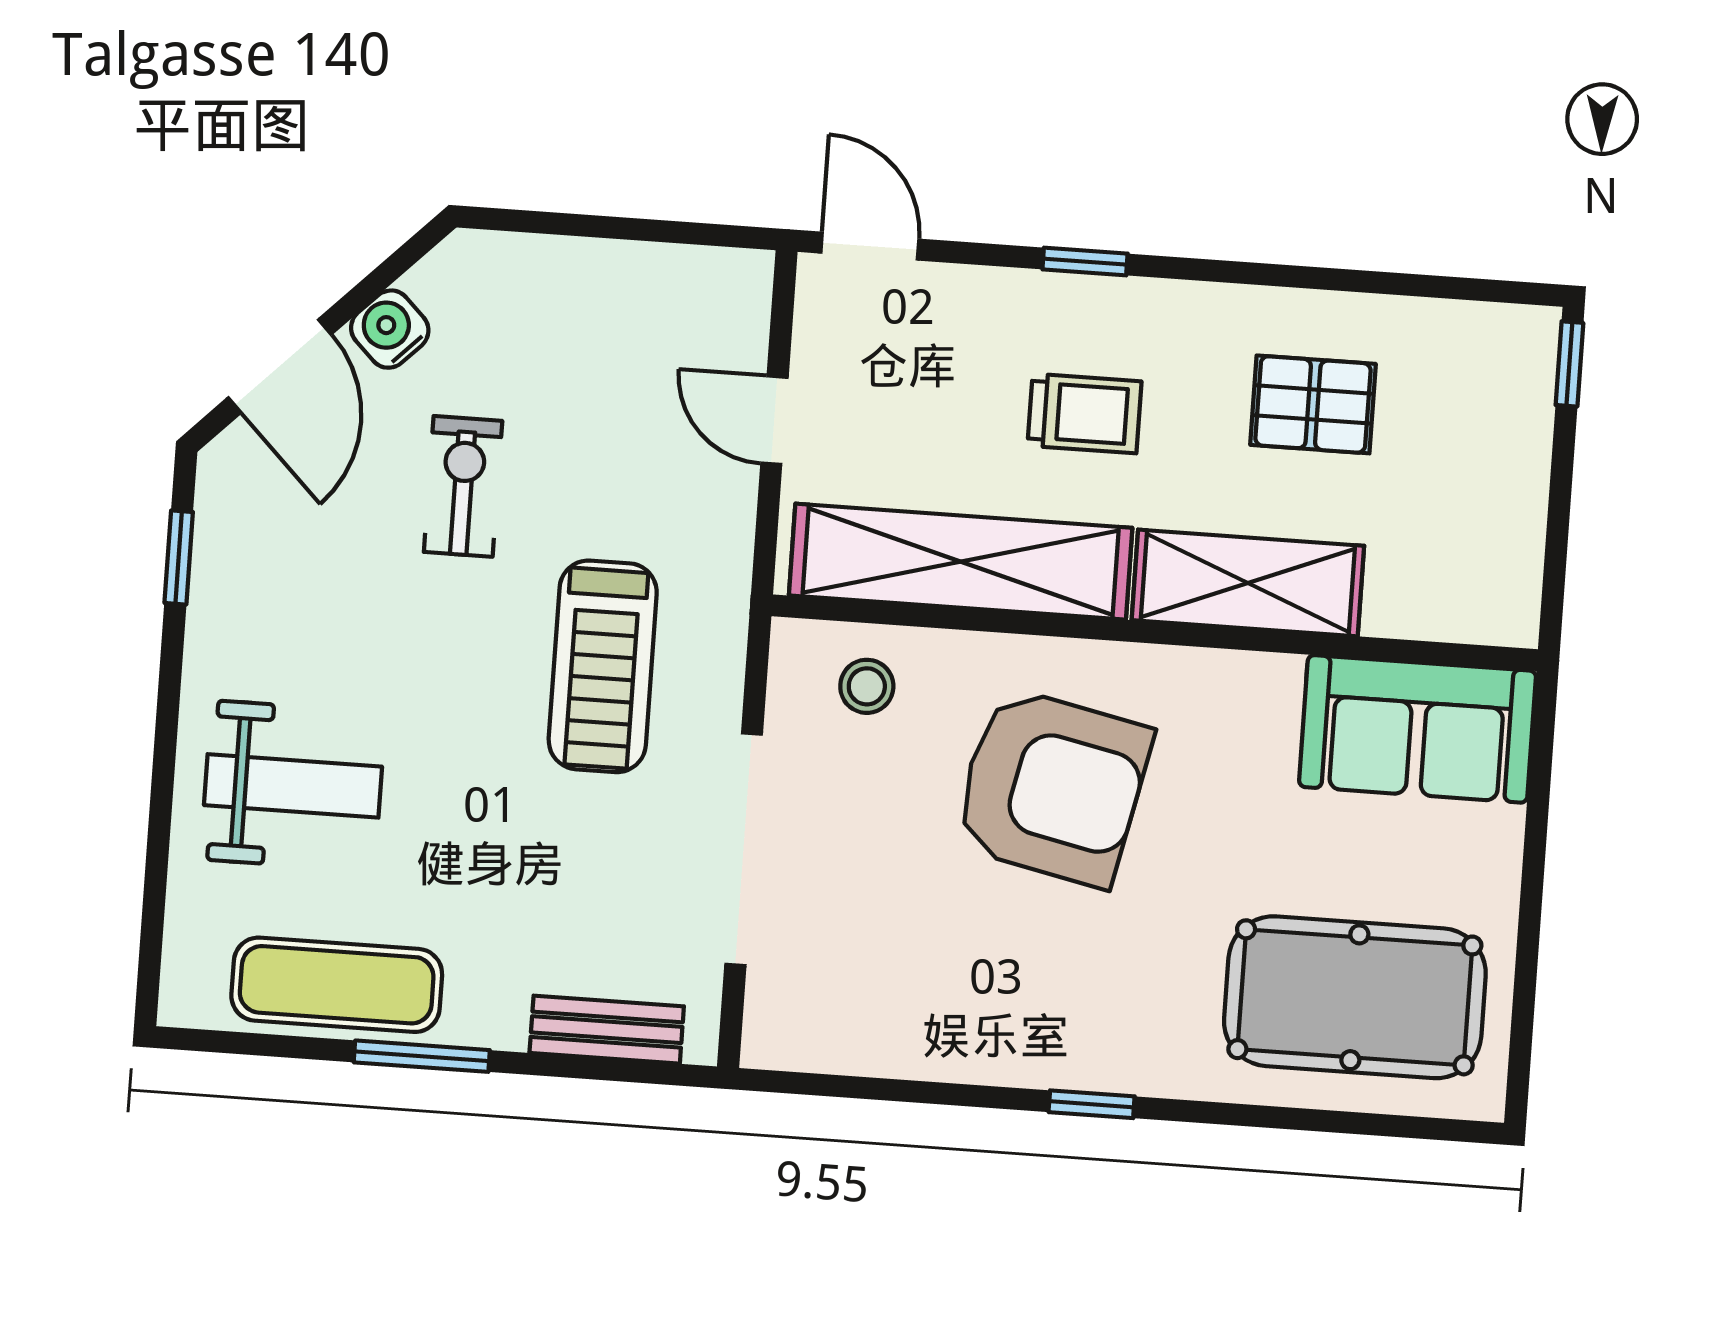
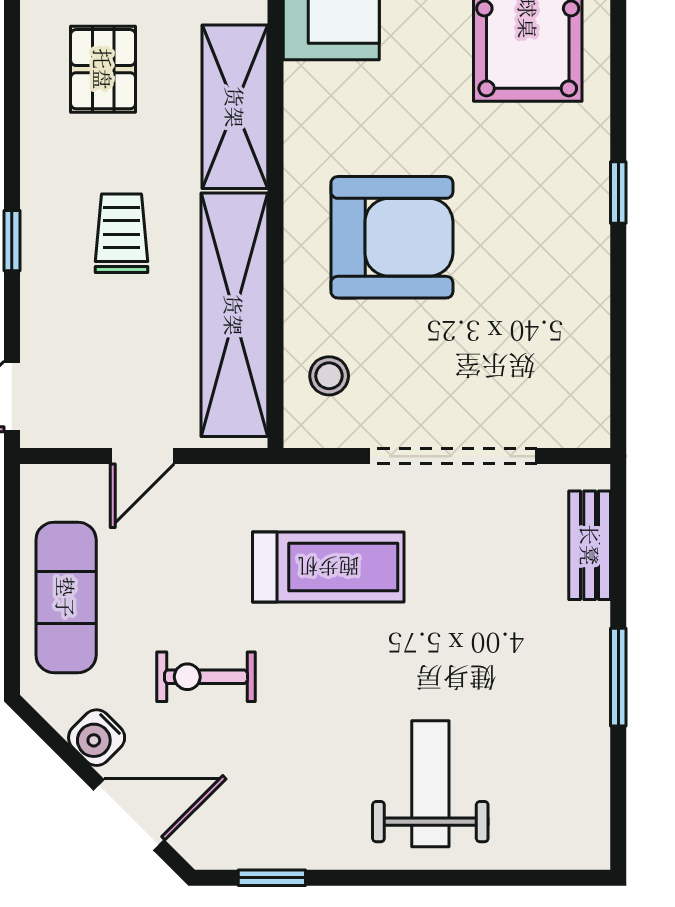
armchair: (1052, 787) -> (392, 237), turned 78
exercise mat: (337, 985) -> (66, 597), moved

